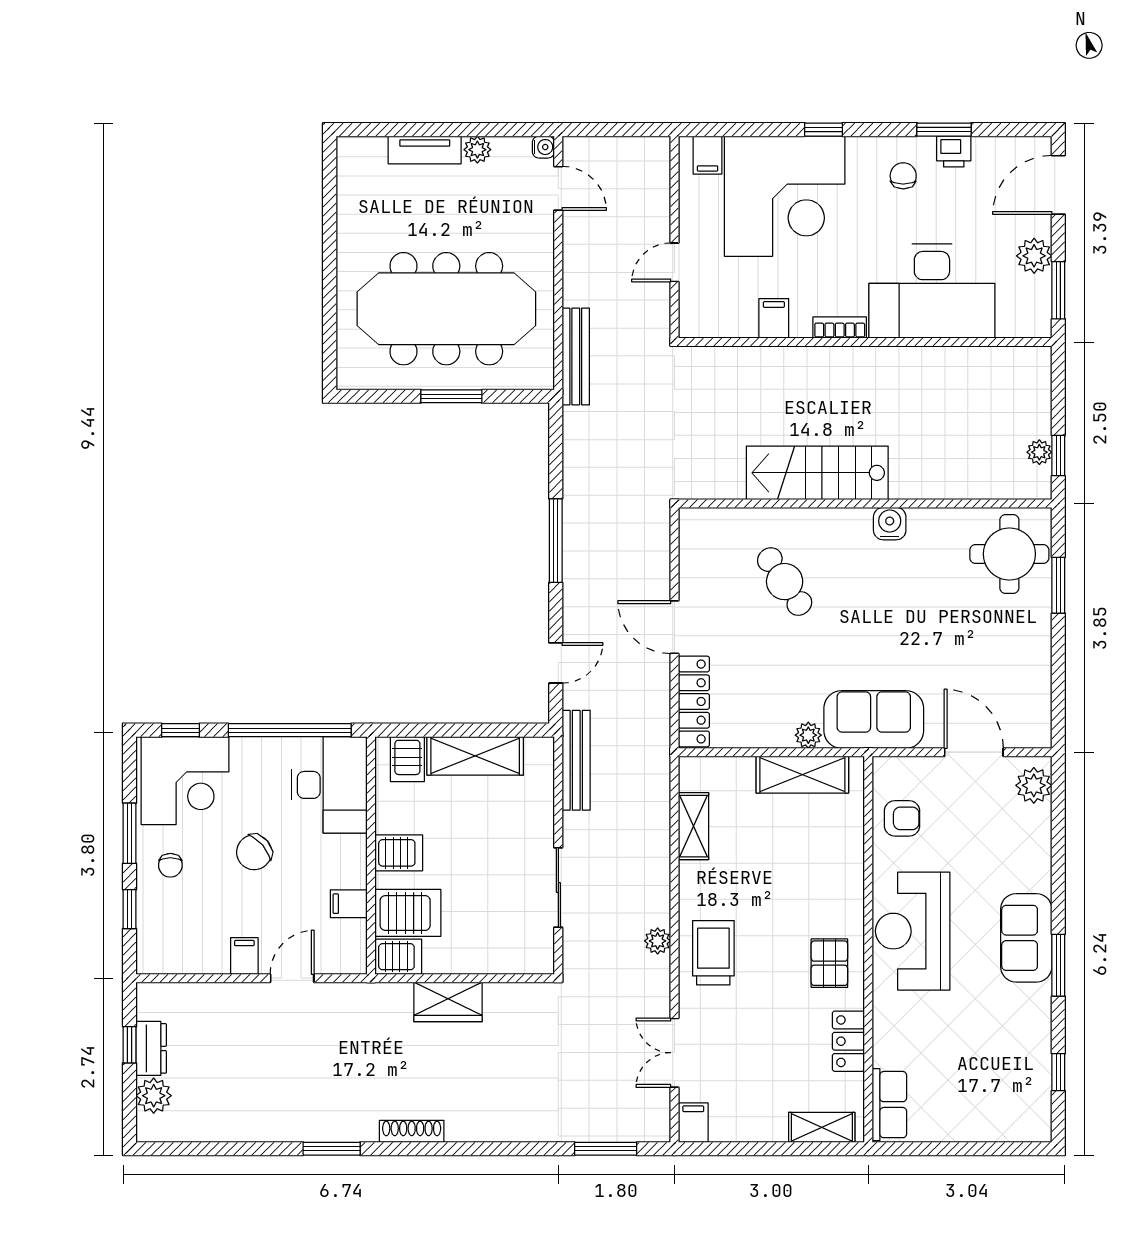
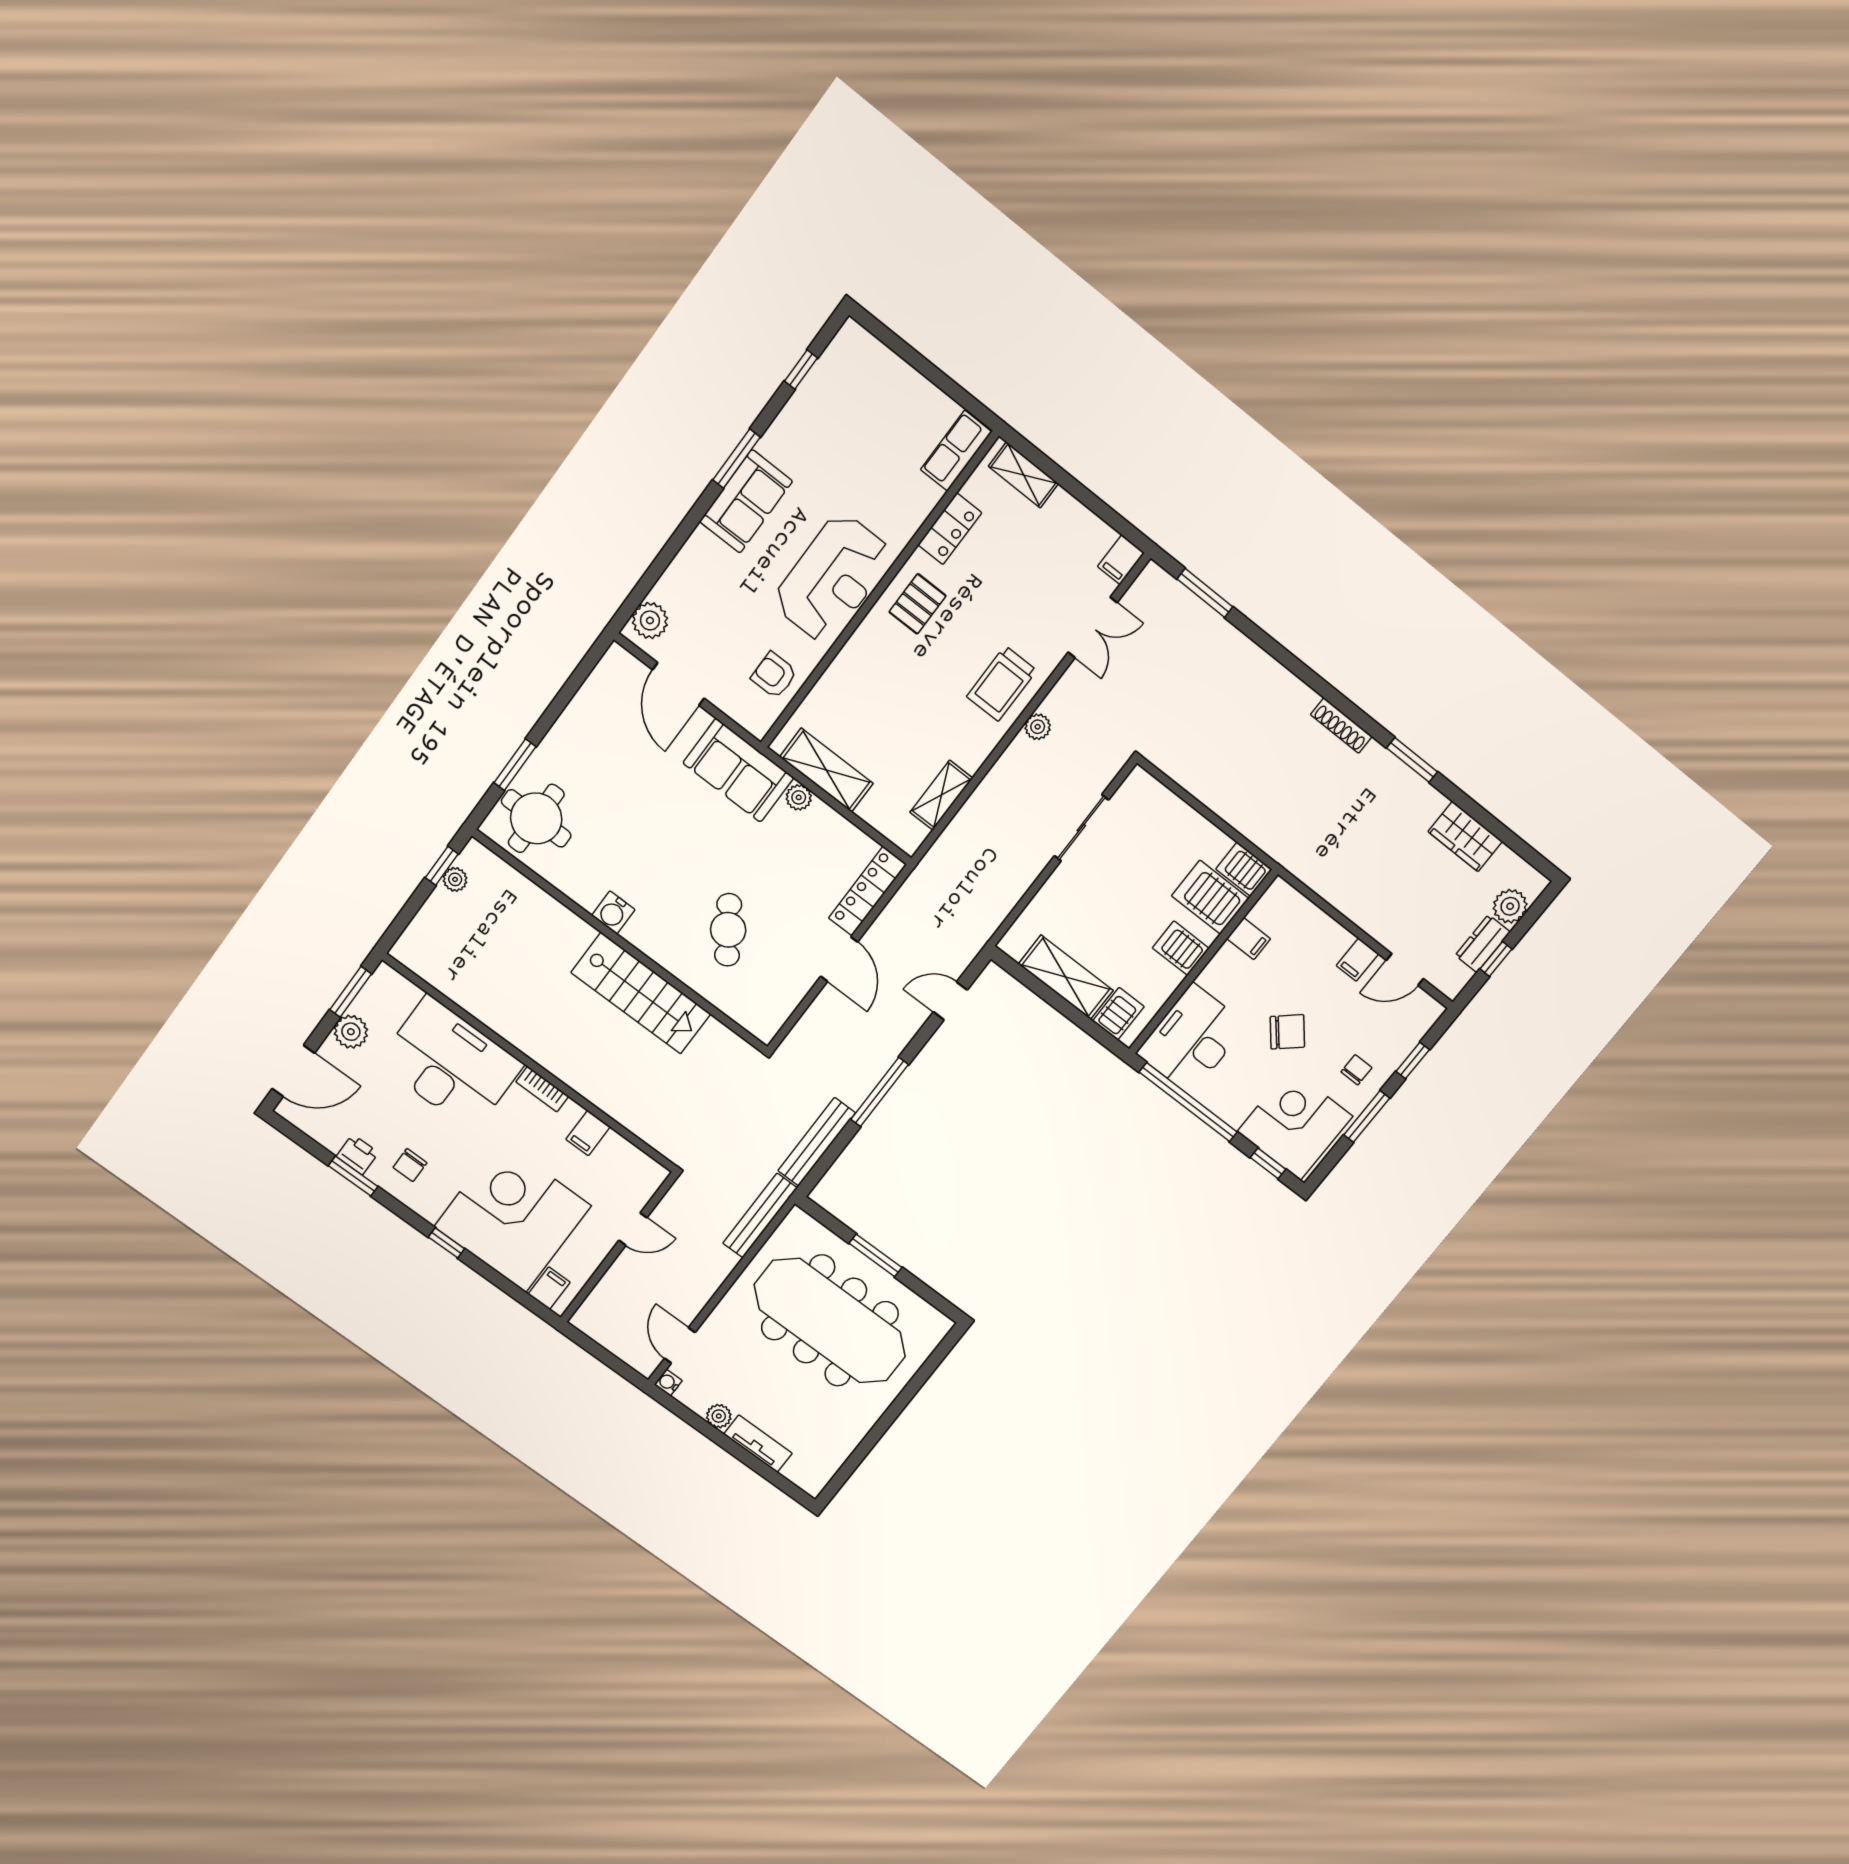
bench: (576, 760) -> (817, 1142), moved
door: (292, 978) -> (1405, 970), moved
wardrobe: (448, 1002) -> (1465, 836), moved, turned 180

